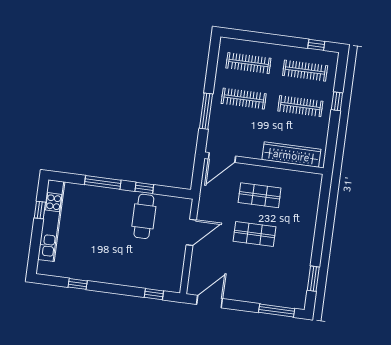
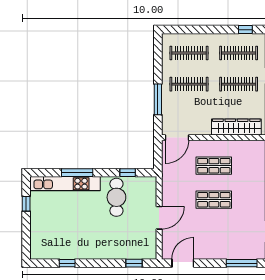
window: (144, 188) -> (128, 173), moved
kitchen unit: (51, 221) -> (65, 184), moved, turned 90
door: (191, 232) -> (159, 218), moved

